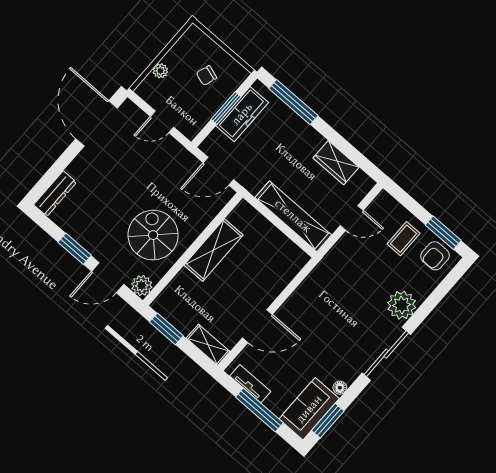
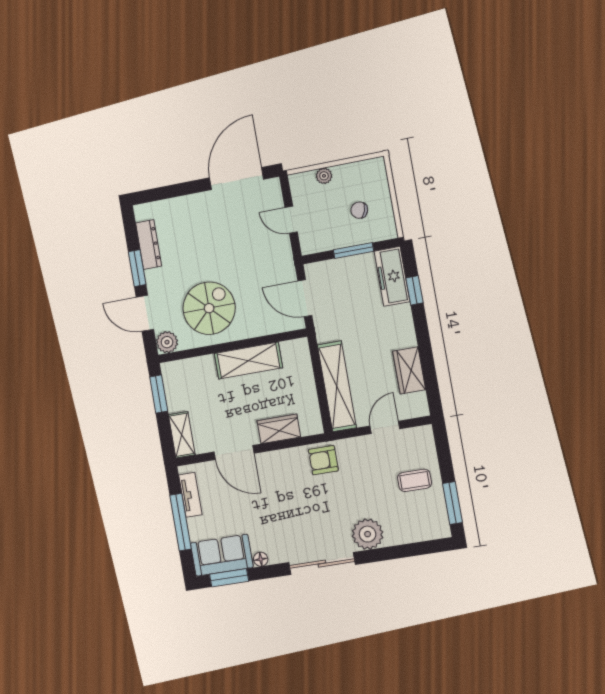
window: (293, 102) -> (414, 290), width x0.46
freezer: (242, 114) -> (392, 276), moved, turned 90
dresser: (55, 194) -> (149, 244), moved, turned -90
door: (352, 218) -> (385, 427), swing flipped
armchair: (435, 256) -> (323, 460), moved
wardrobe: (276, 282) -> (279, 429), added

